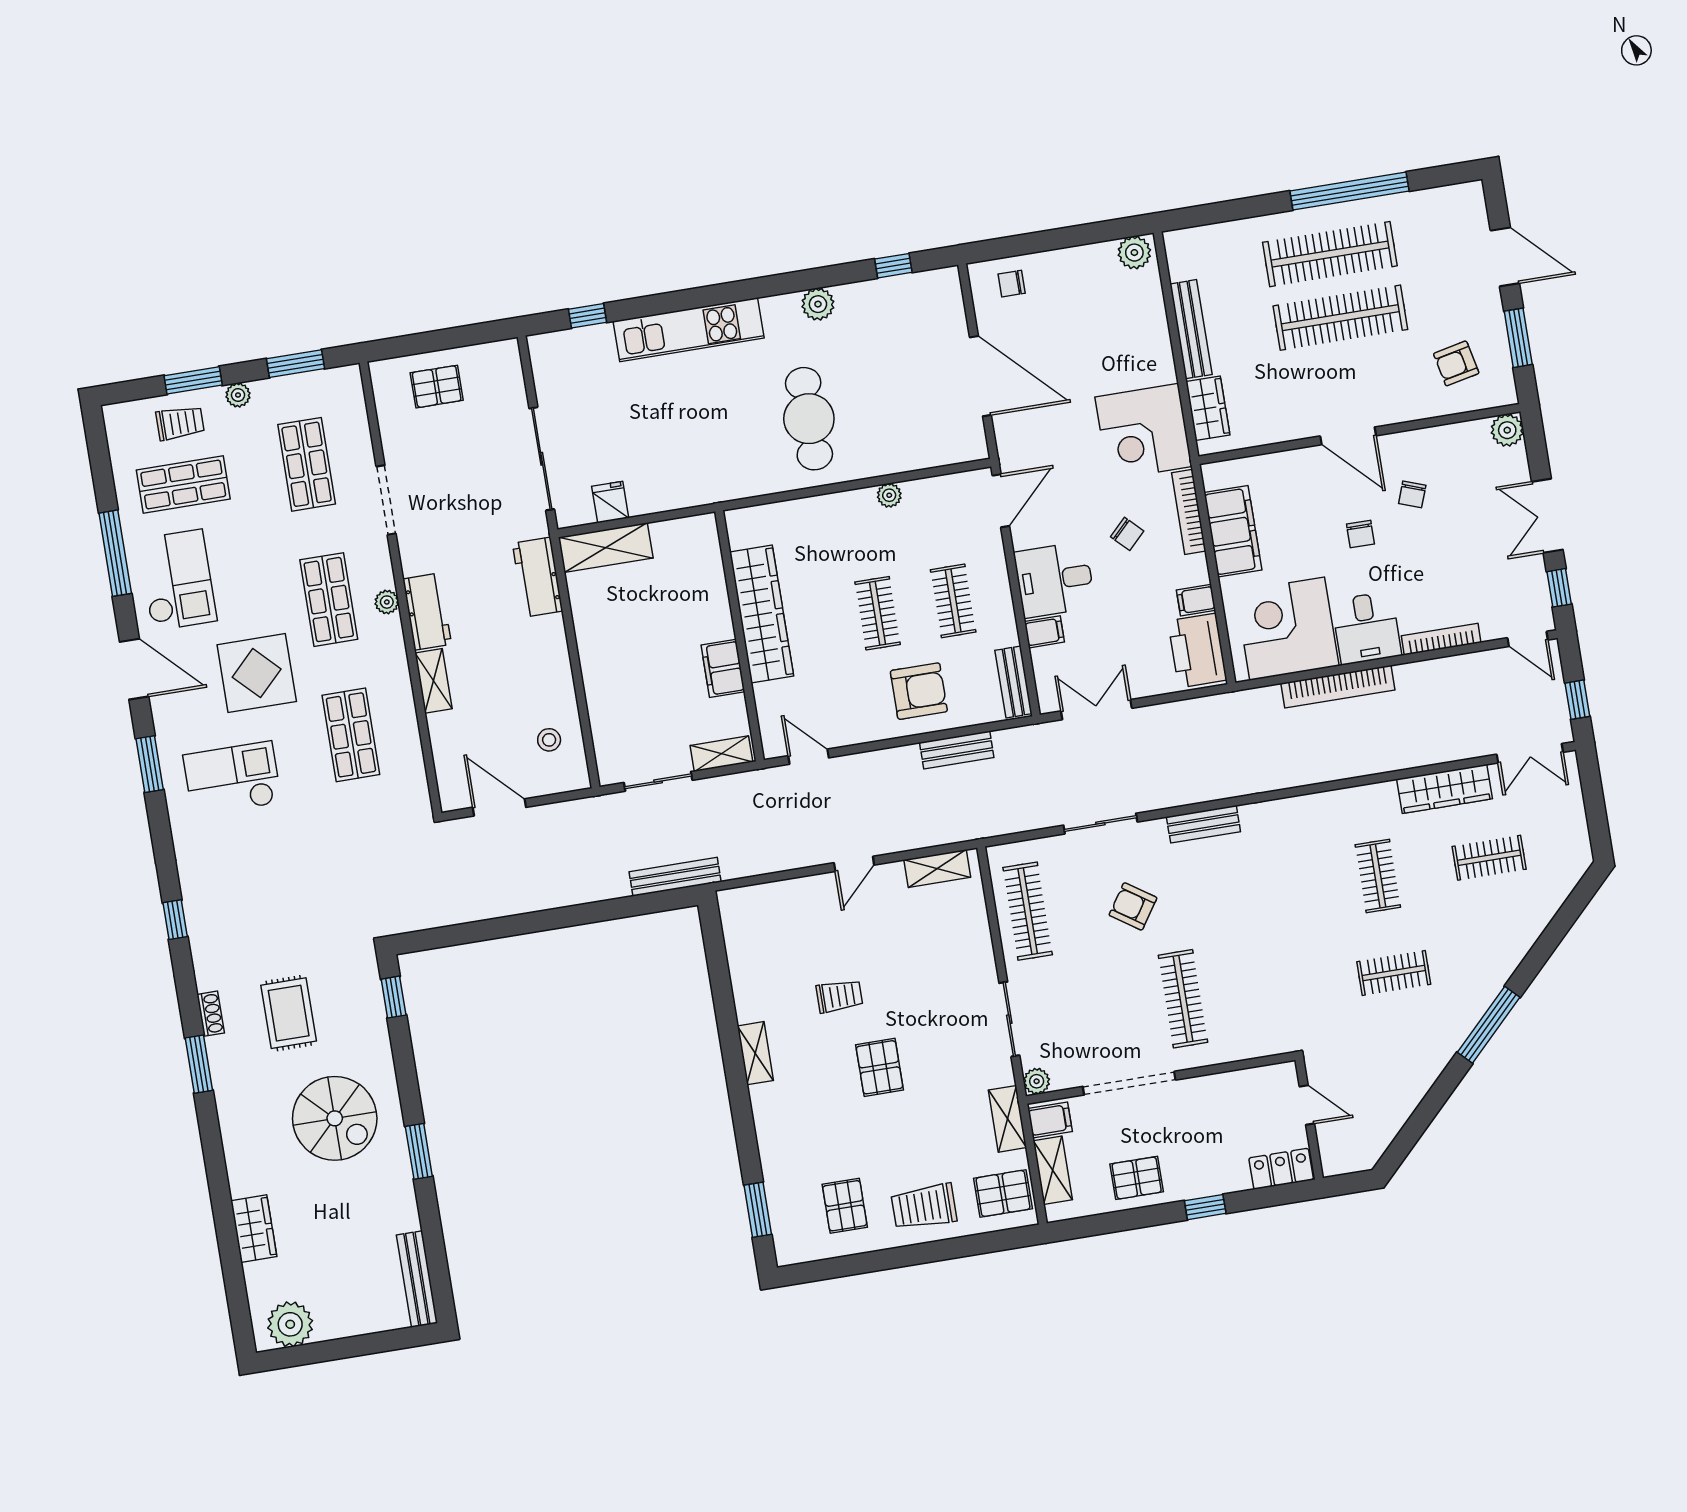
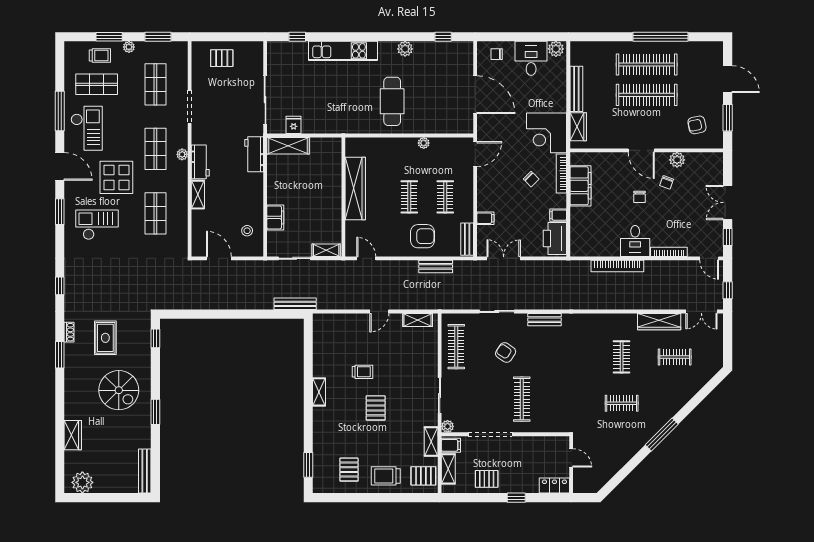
plant: (1507, 430) -> (677, 160), moved
desk: (1055, 580) -> (531, 58), moved, turned 90
corner desk: (1287, 629) -> (598, 235), removed
filing cabinet: (723, 668) -> (275, 217), moved, turned 180

